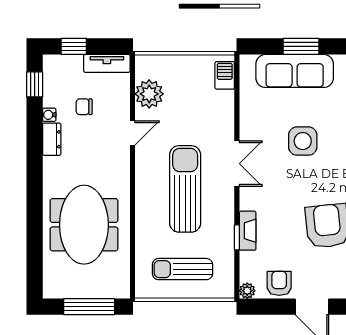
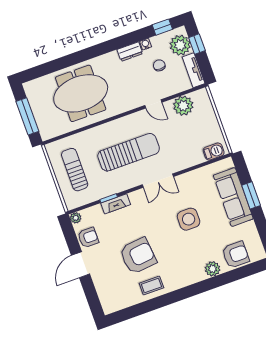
plant: (67, 69) -> (180, 45), added

